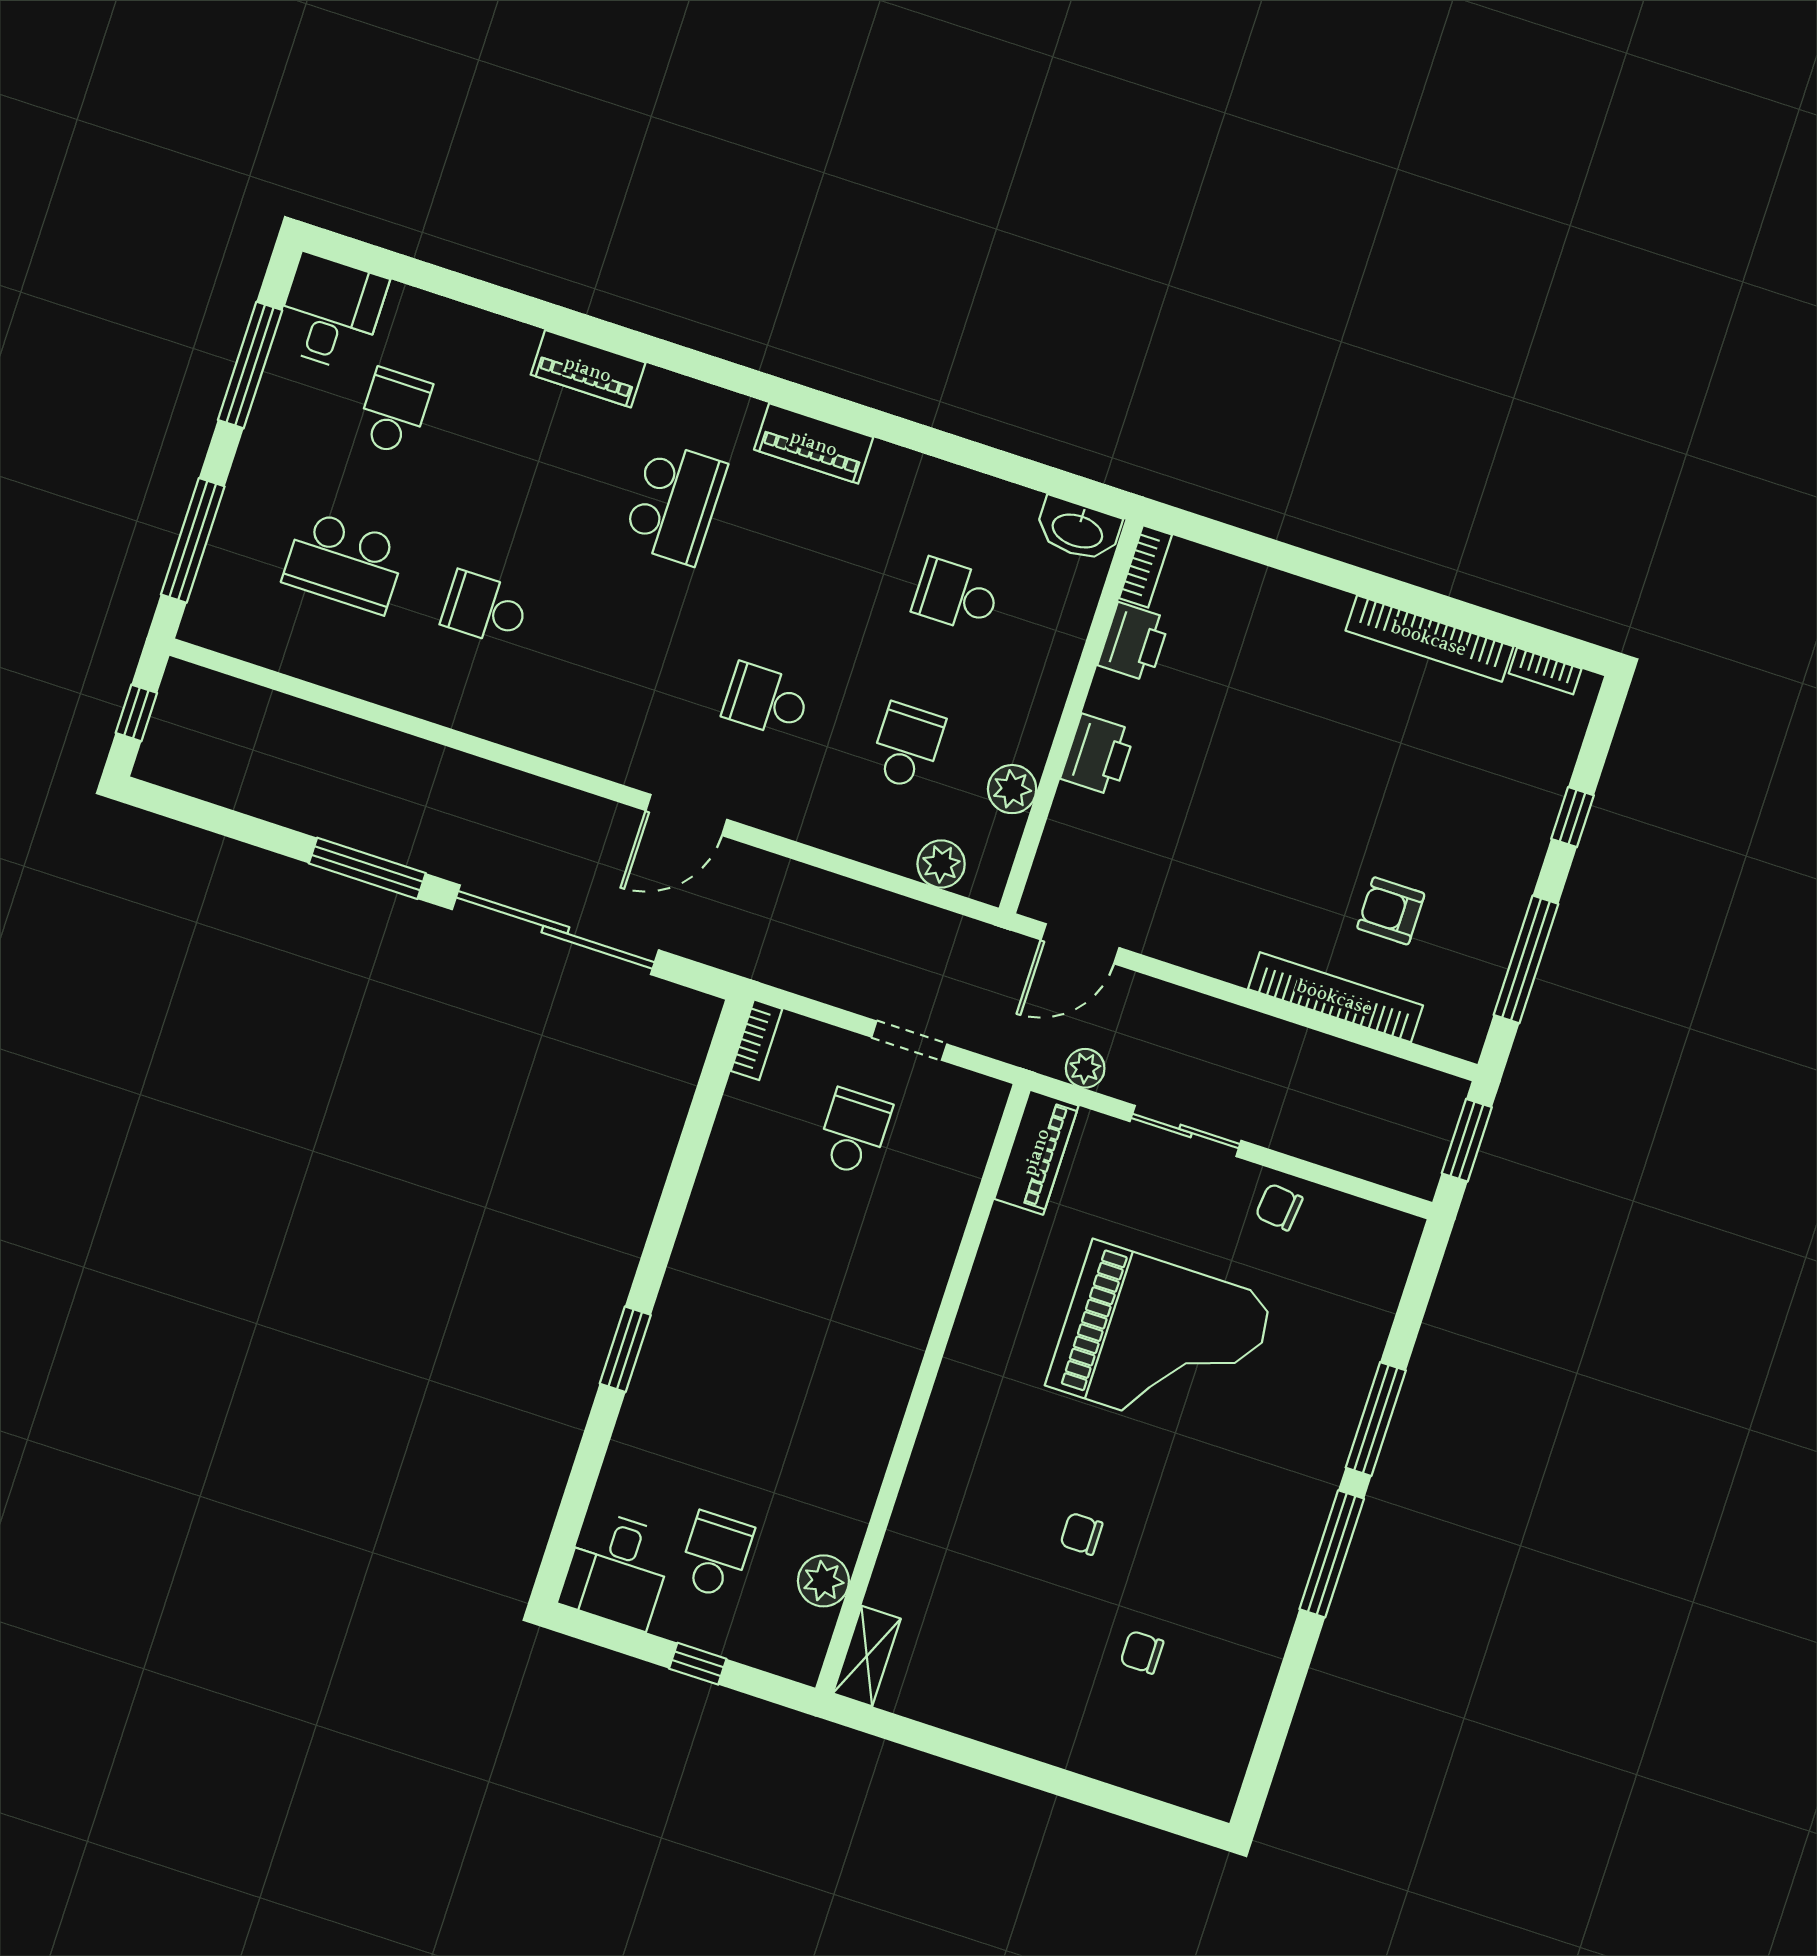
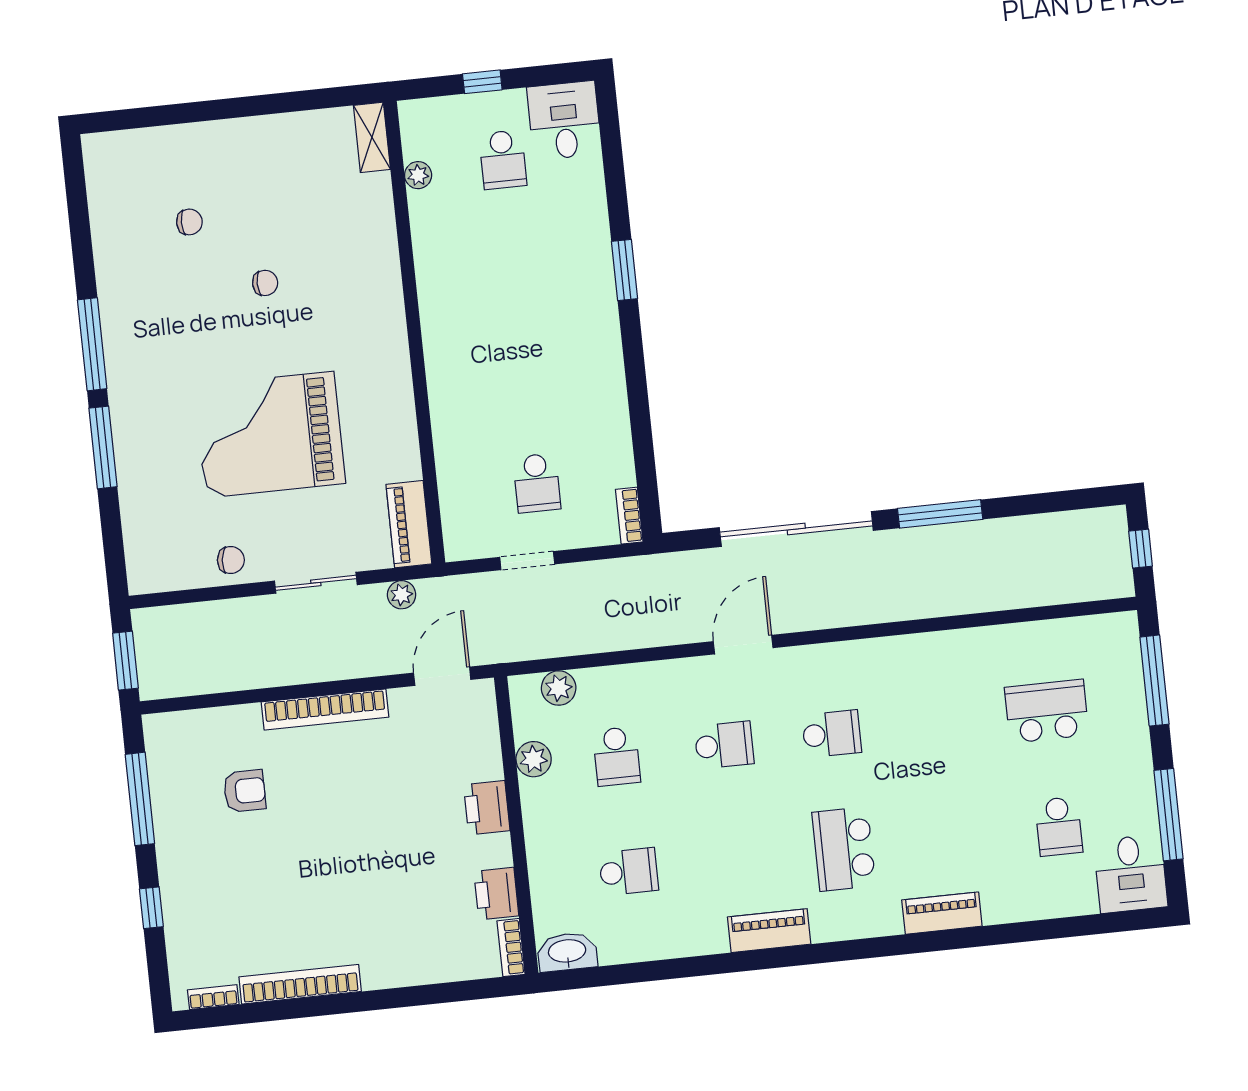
school desk: (485, 608) -> (832, 734), moved
bookcase: (1335, 997) -> (325, 710), moved
plant: (823, 1581) -> (418, 175), width x0.73, depth x0.73

